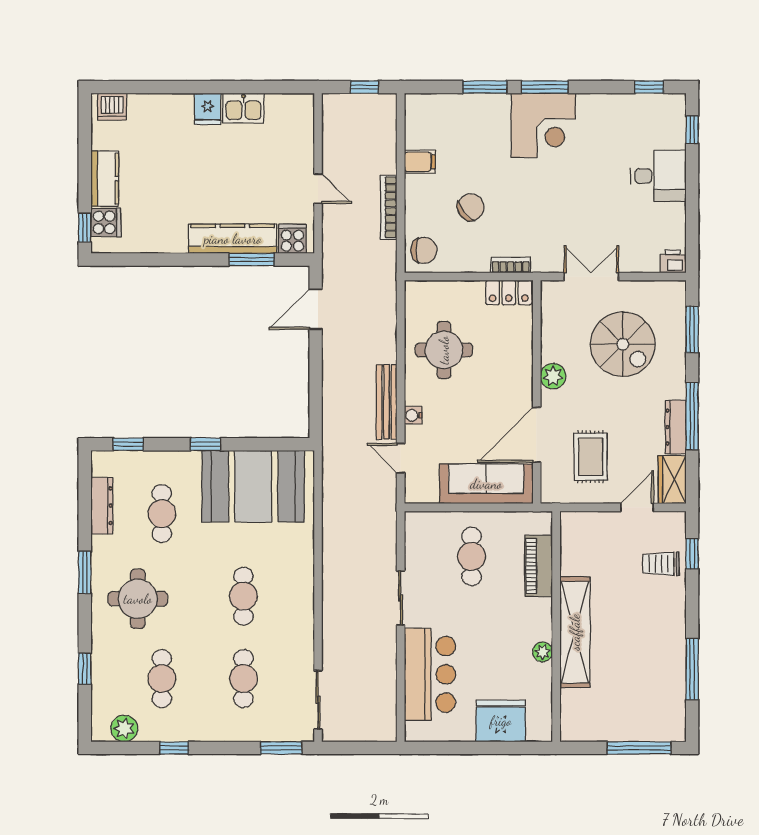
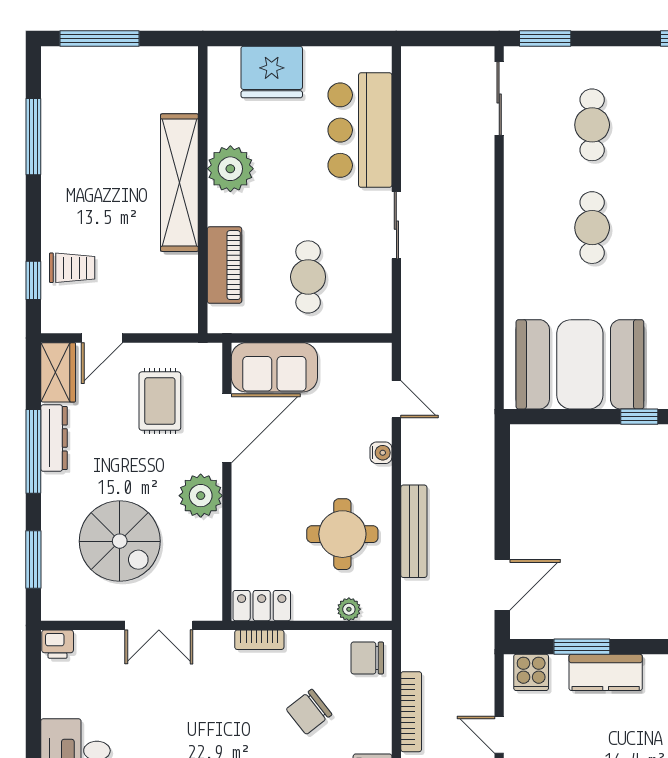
kitchen counter: (233, 239) -> (606, 672), width x0.67
plant: (439, 290) -> (349, 609), added
spiral stairs: (623, 344) -> (120, 541), turned 180
plant: (553, 376) -> (201, 496), width x1.36, depth x1.36
bench: (387, 402) -> (414, 531), moved
sofa: (486, 484) -> (274, 367), width x0.73
plant: (543, 652) -> (230, 169), width x1.88, depth x1.88

